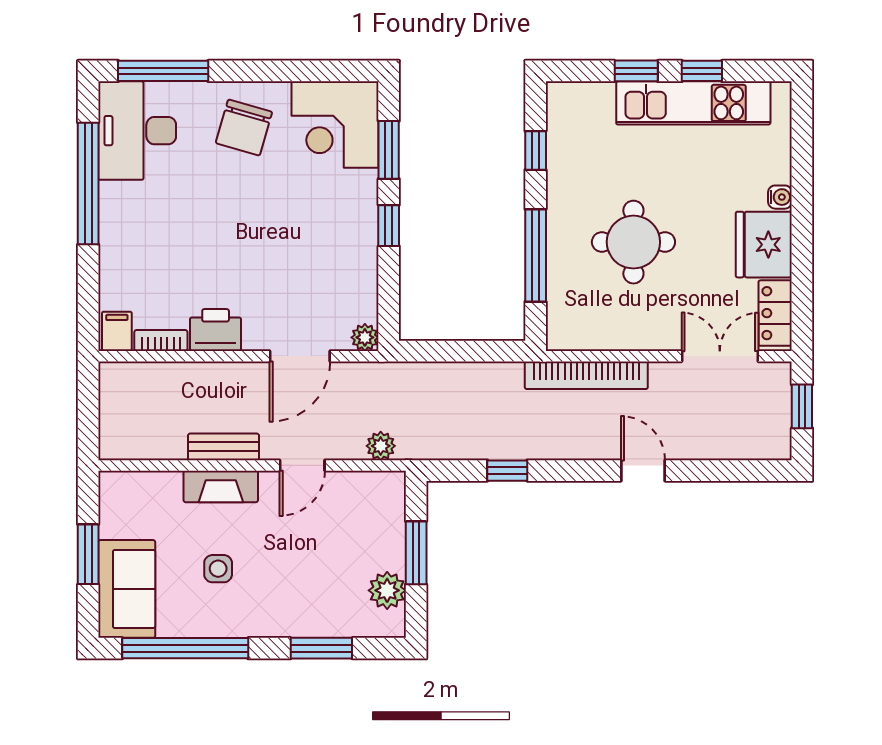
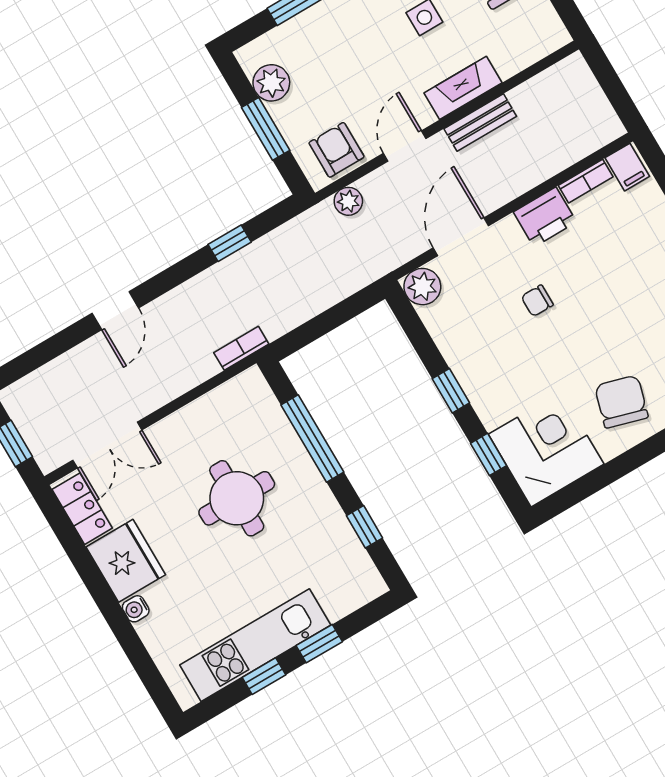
window: (389, 150) -> (488, 454), width x0.67
chair: (266, 260) -> (537, 301), added
plant: (365, 337) -> (422, 287), width x1.38, depth x1.38
bookcase: (586, 375) -> (241, 348), width x0.43, depth x0.76
door: (643, 471) -> (115, 311), hinge flipped
armchair: (364, 498) -> (336, 150), added

